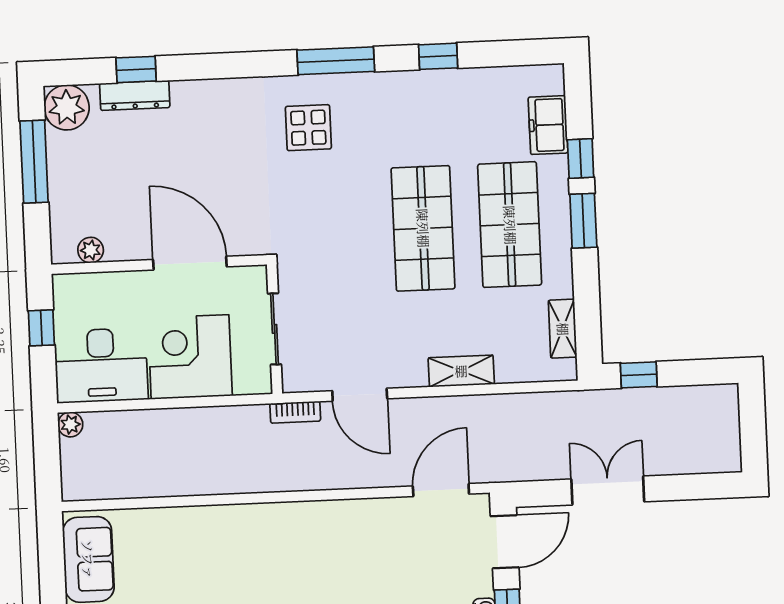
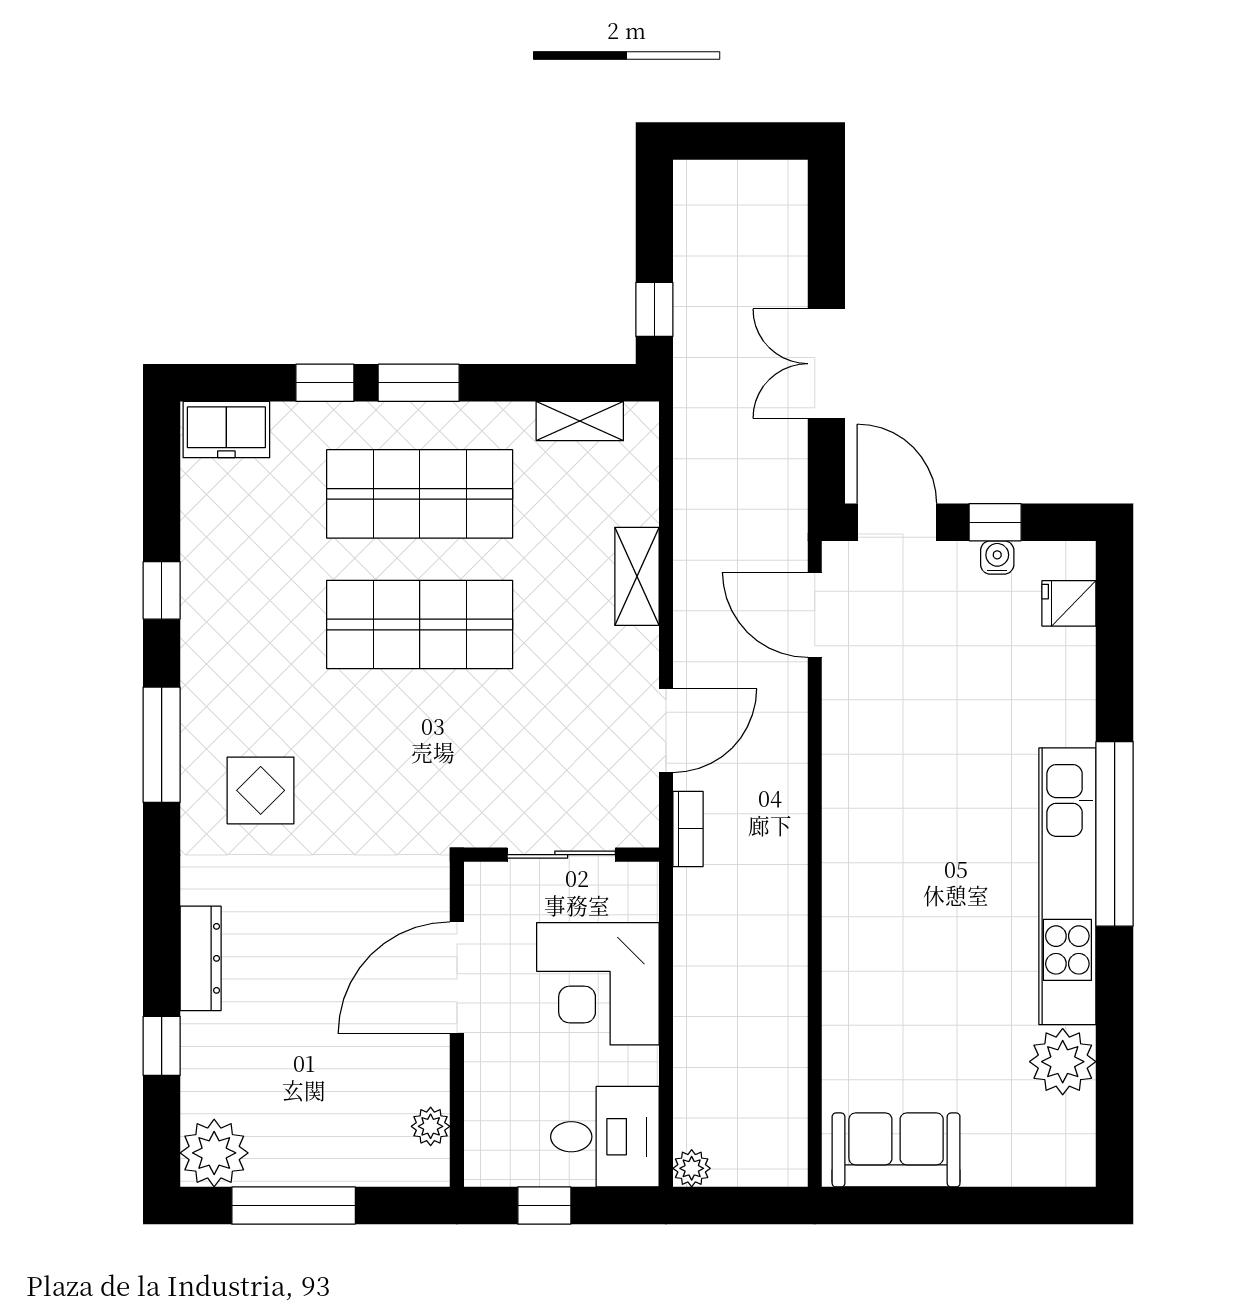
dresser: (135, 95) -> (201, 958), moved
freezer: (548, 125) -> (226, 430), moved
desk: (101, 365) -> (605, 1137), width x0.73

